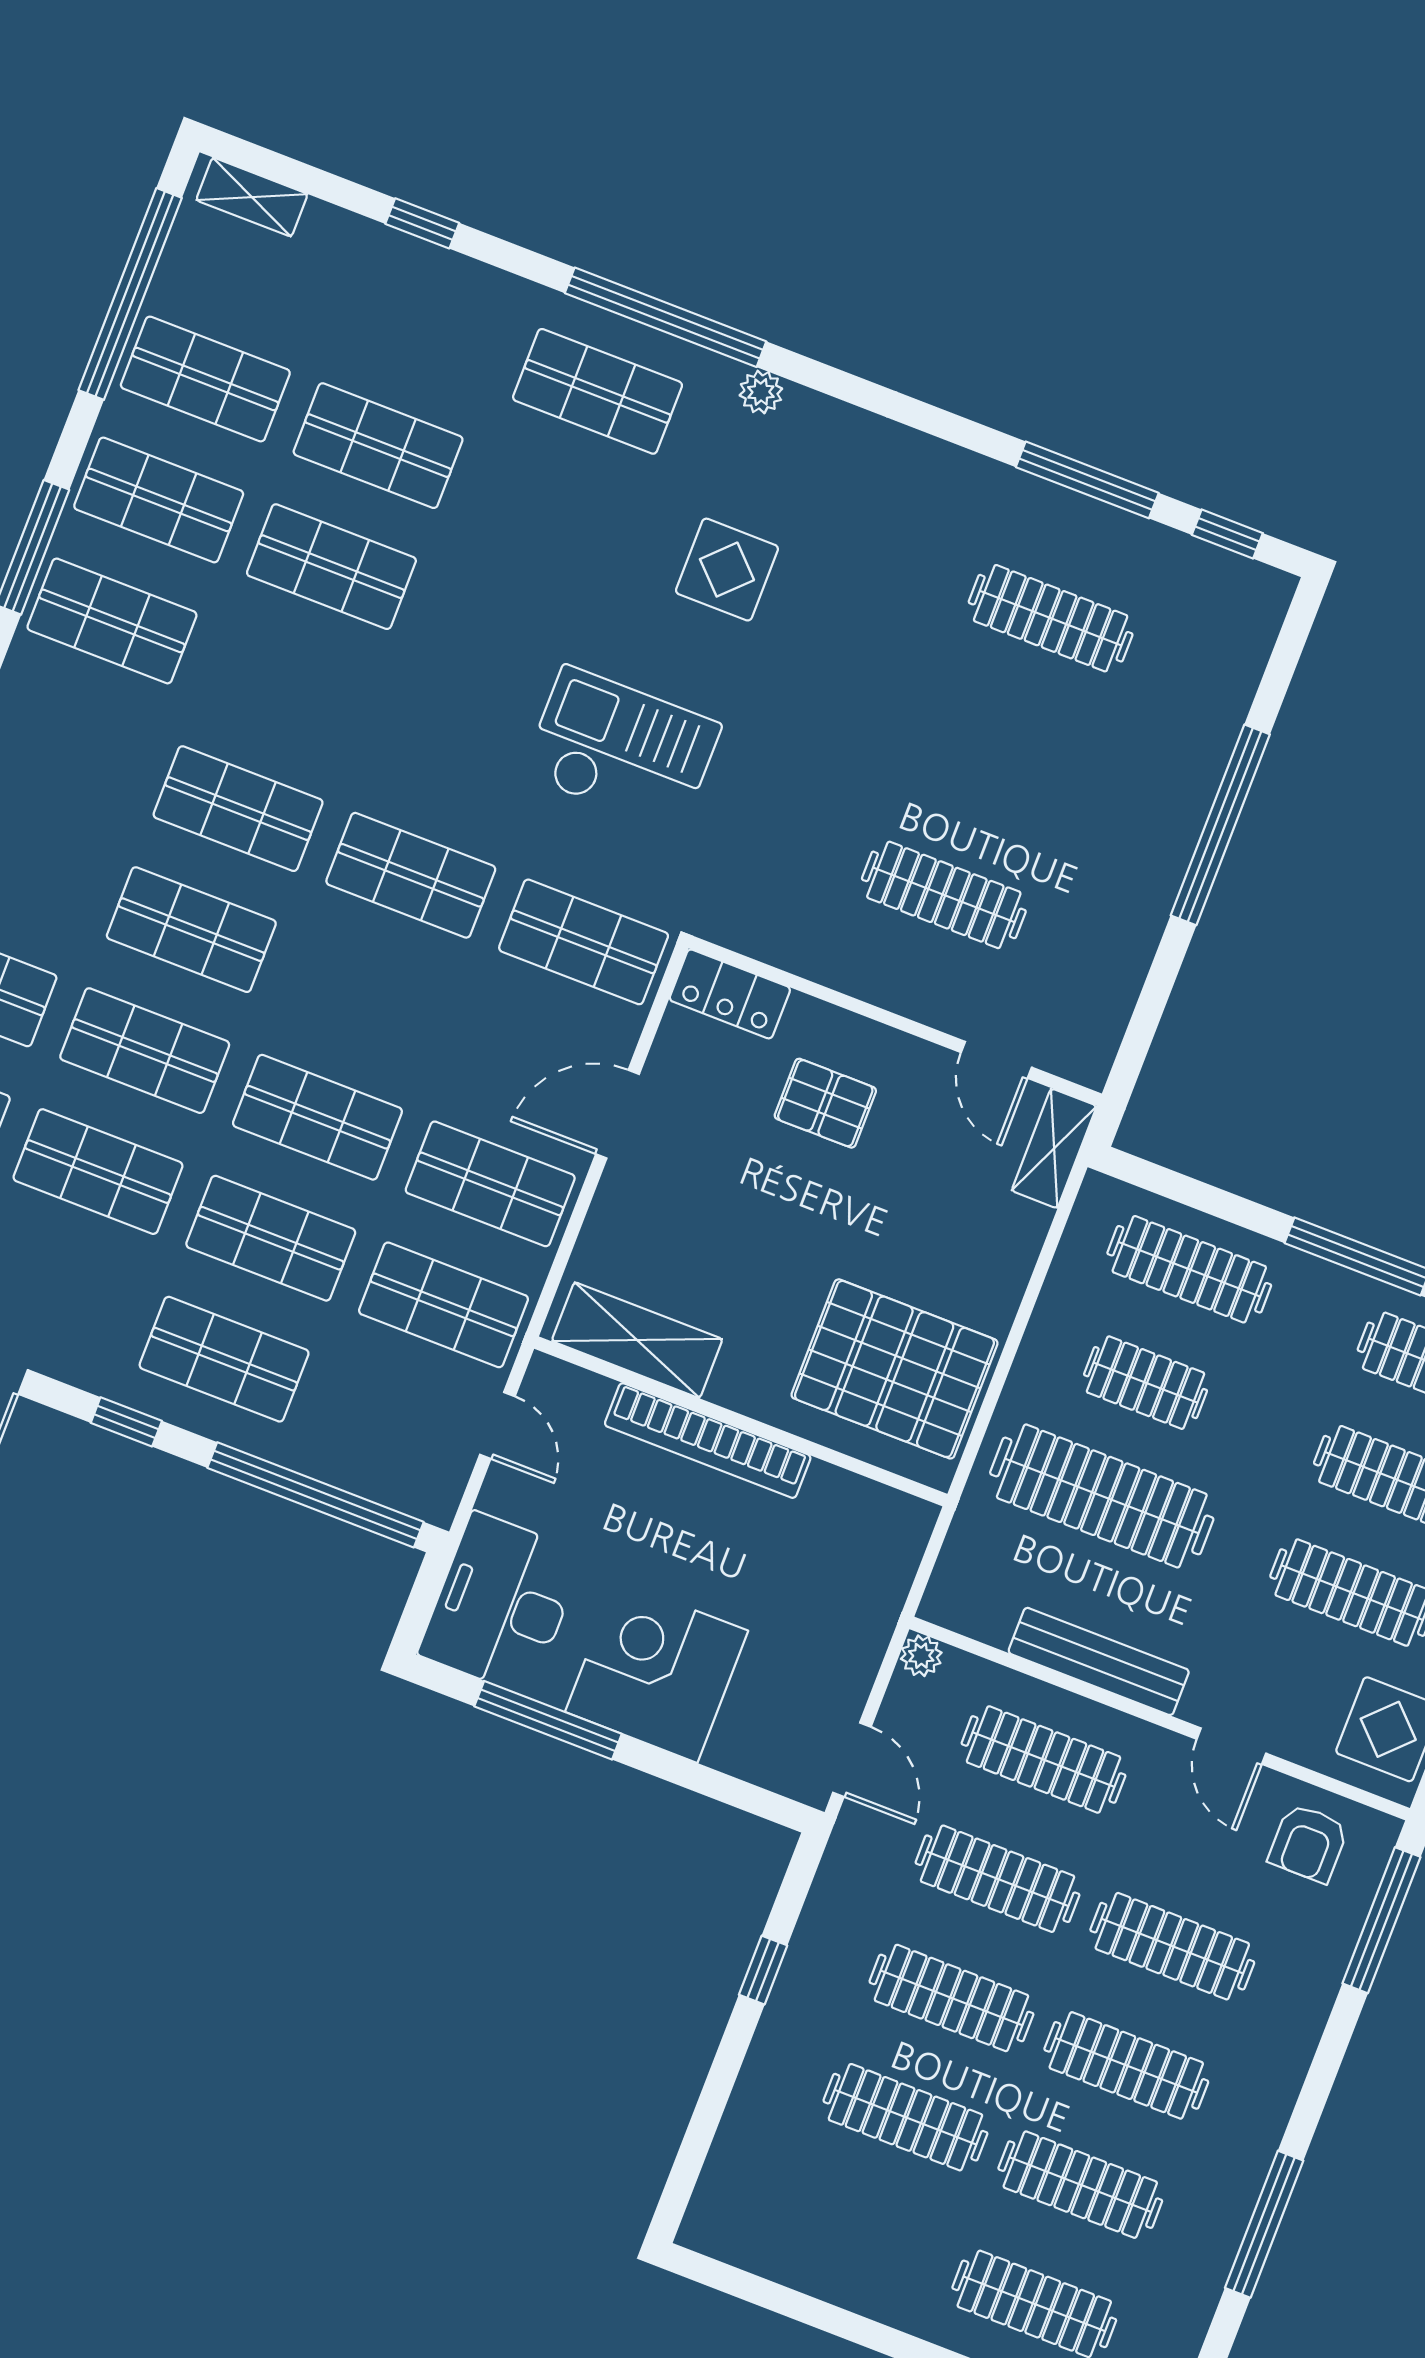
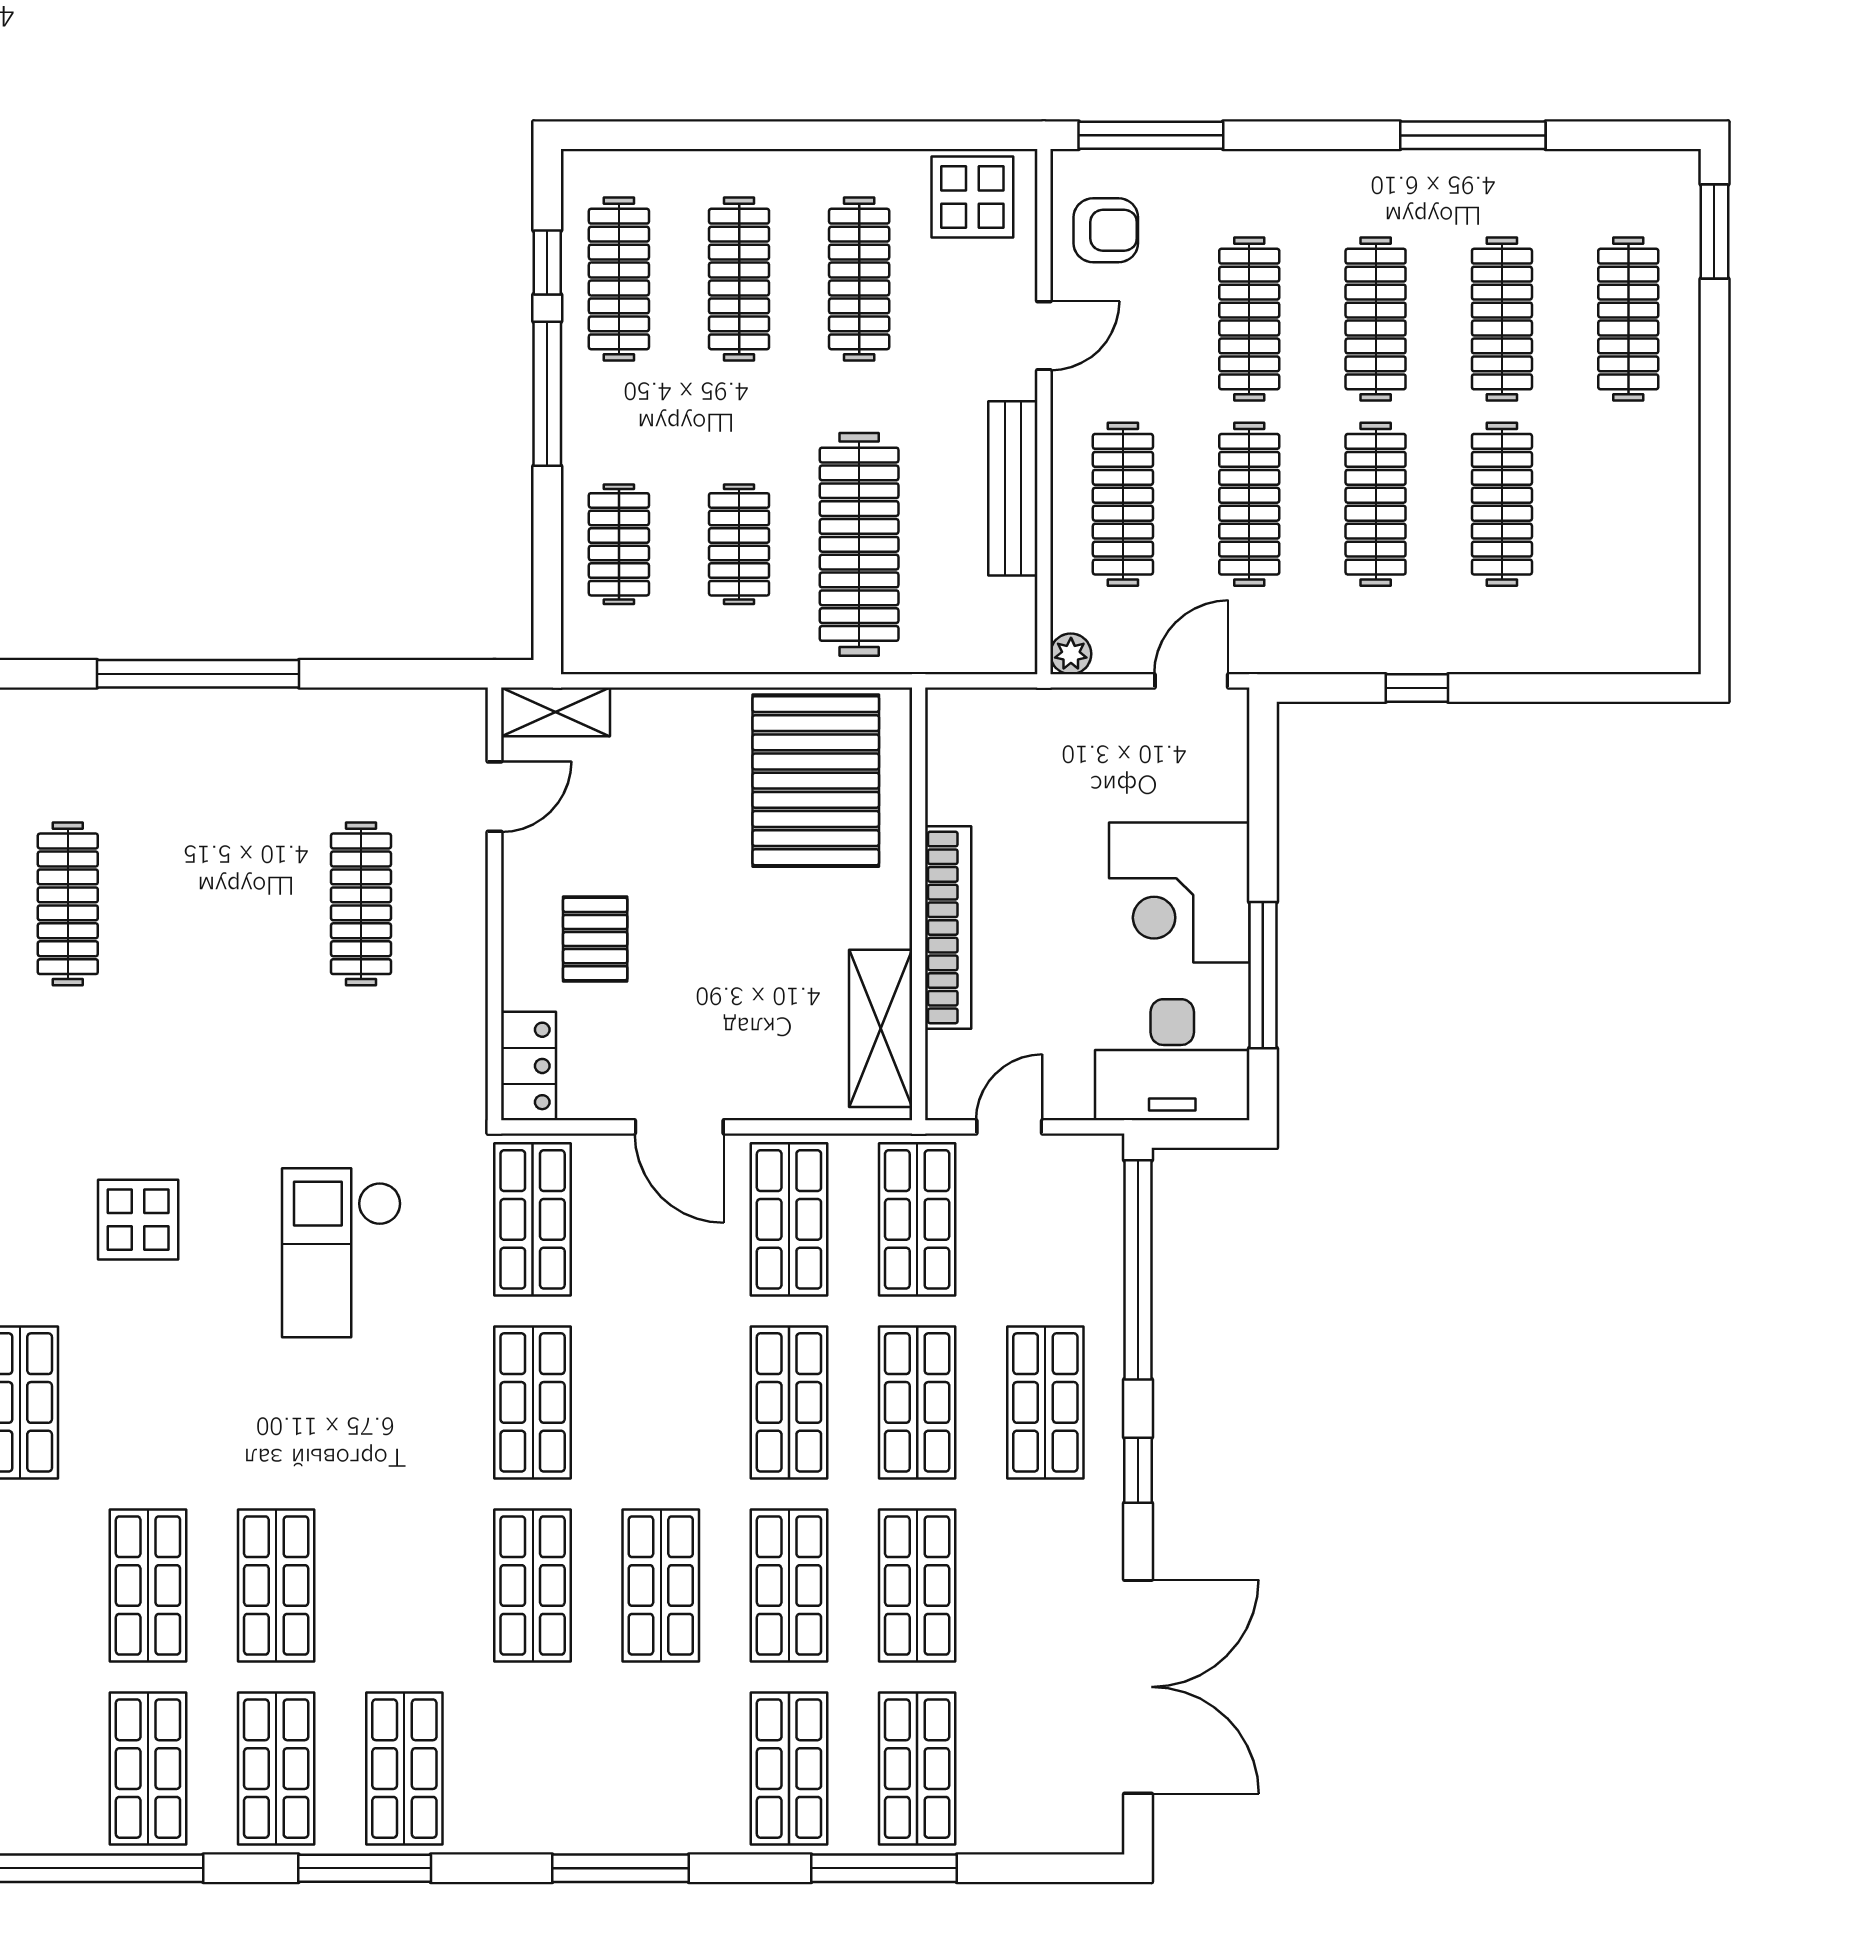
clothes rail: (1189, 1269) -> (619, 544), width x0.73

